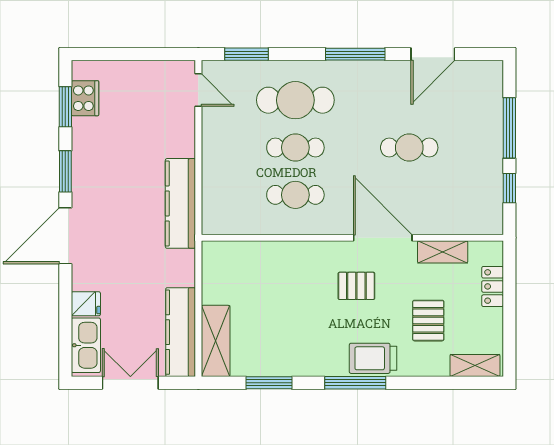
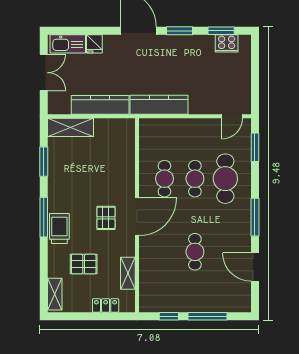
door: (383, 238) -> (137, 217), moved
kitchen counter: (181, 332) -> (100, 105), moved

